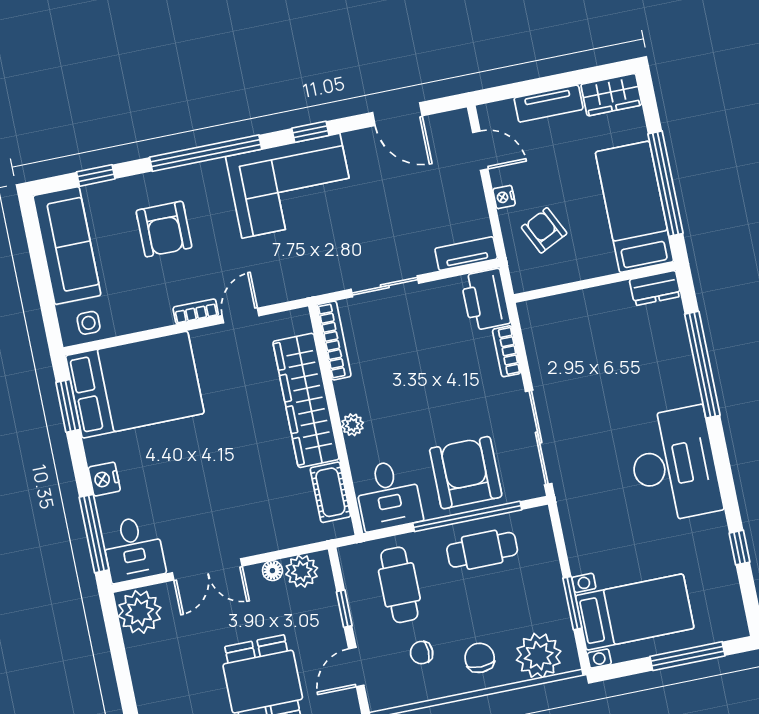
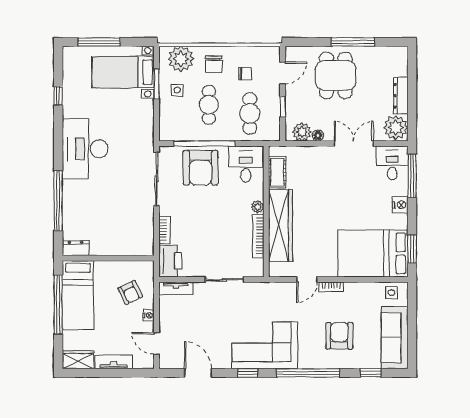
bookcase: (334, 340) -> (258, 236), moved
cafe table: (482, 550) -> (209, 105), moved, turned 90
side table: (534, 600) -> (177, 90), added
dresser: (142, 669) -> (401, 96), added

